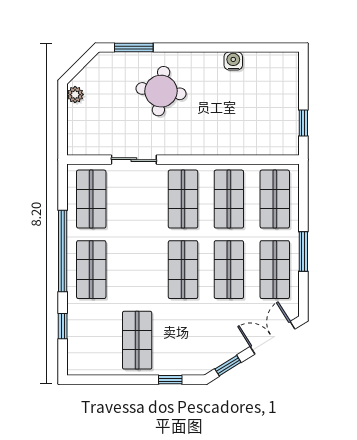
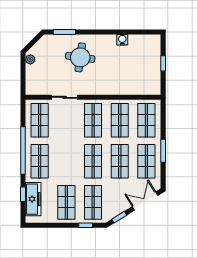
window: (303, 123) -> (163, 63), moved
freezer: (80, 335) -> (33, 199), added
shop shelf: (183, 340) -> (93, 202), added

